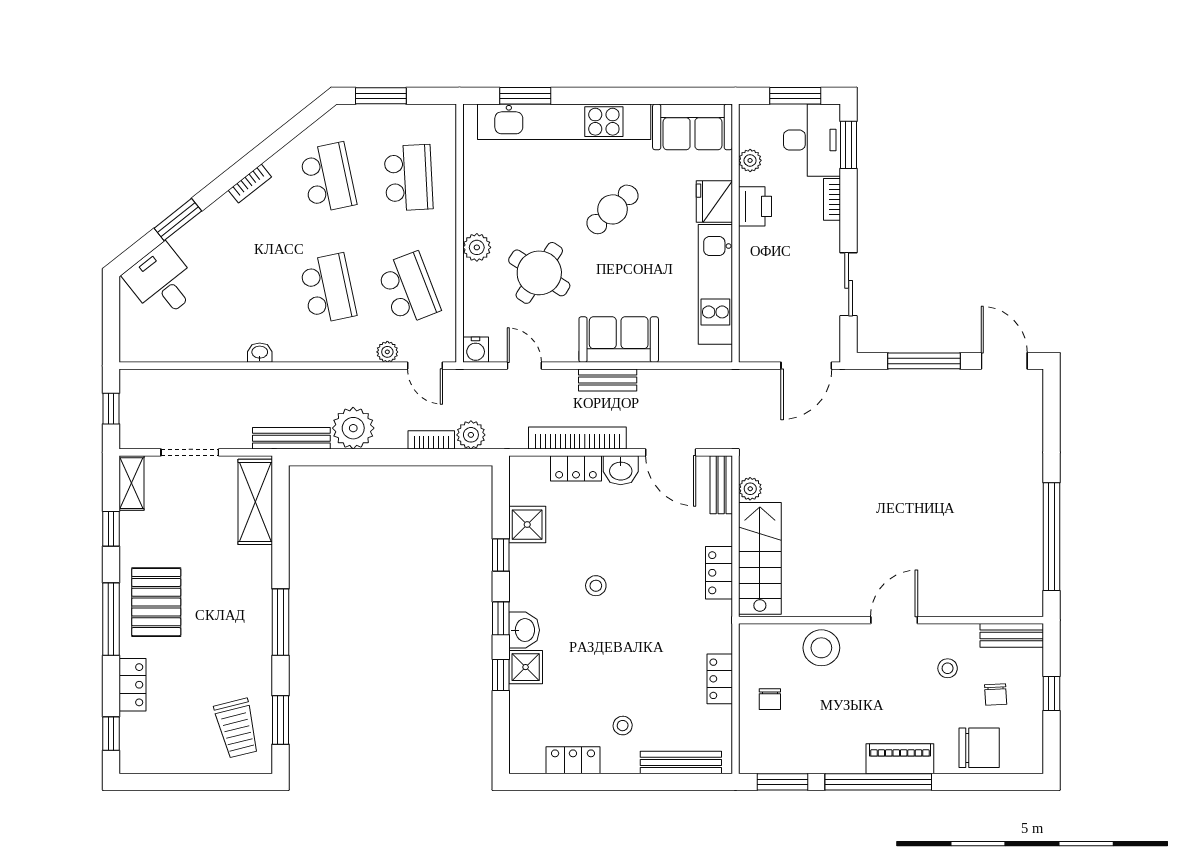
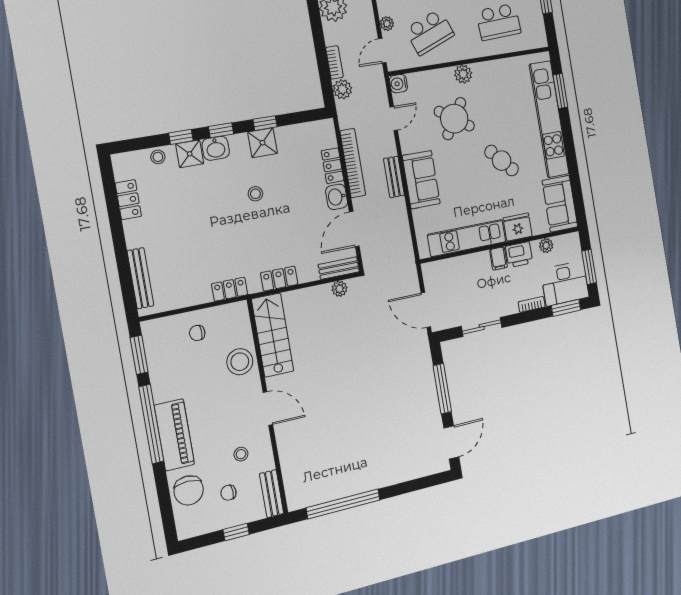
filing cabinet: (755, 240) -> (498, 258), added
shower: (527, 525) -> (263, 143), moved
stairs: (760, 558) -> (273, 335), moved, turned -90
locker: (720, 679) -> (230, 289), moved
stool: (623, 726) -> (158, 157), moved
piano: (900, 759) -> (174, 435), width x1.37, depth x1.33

